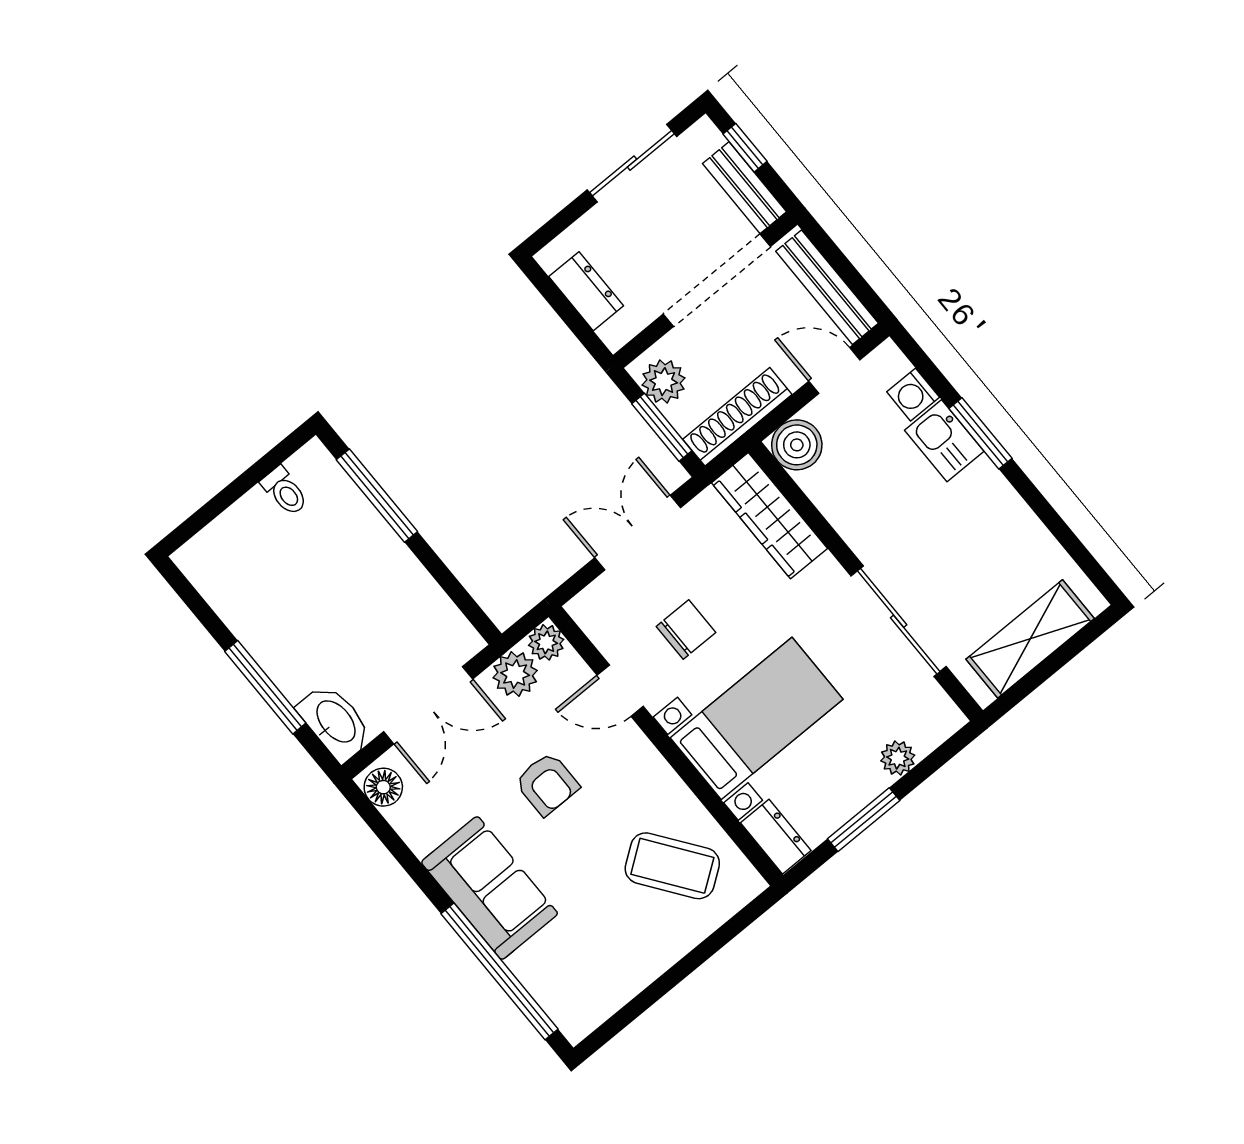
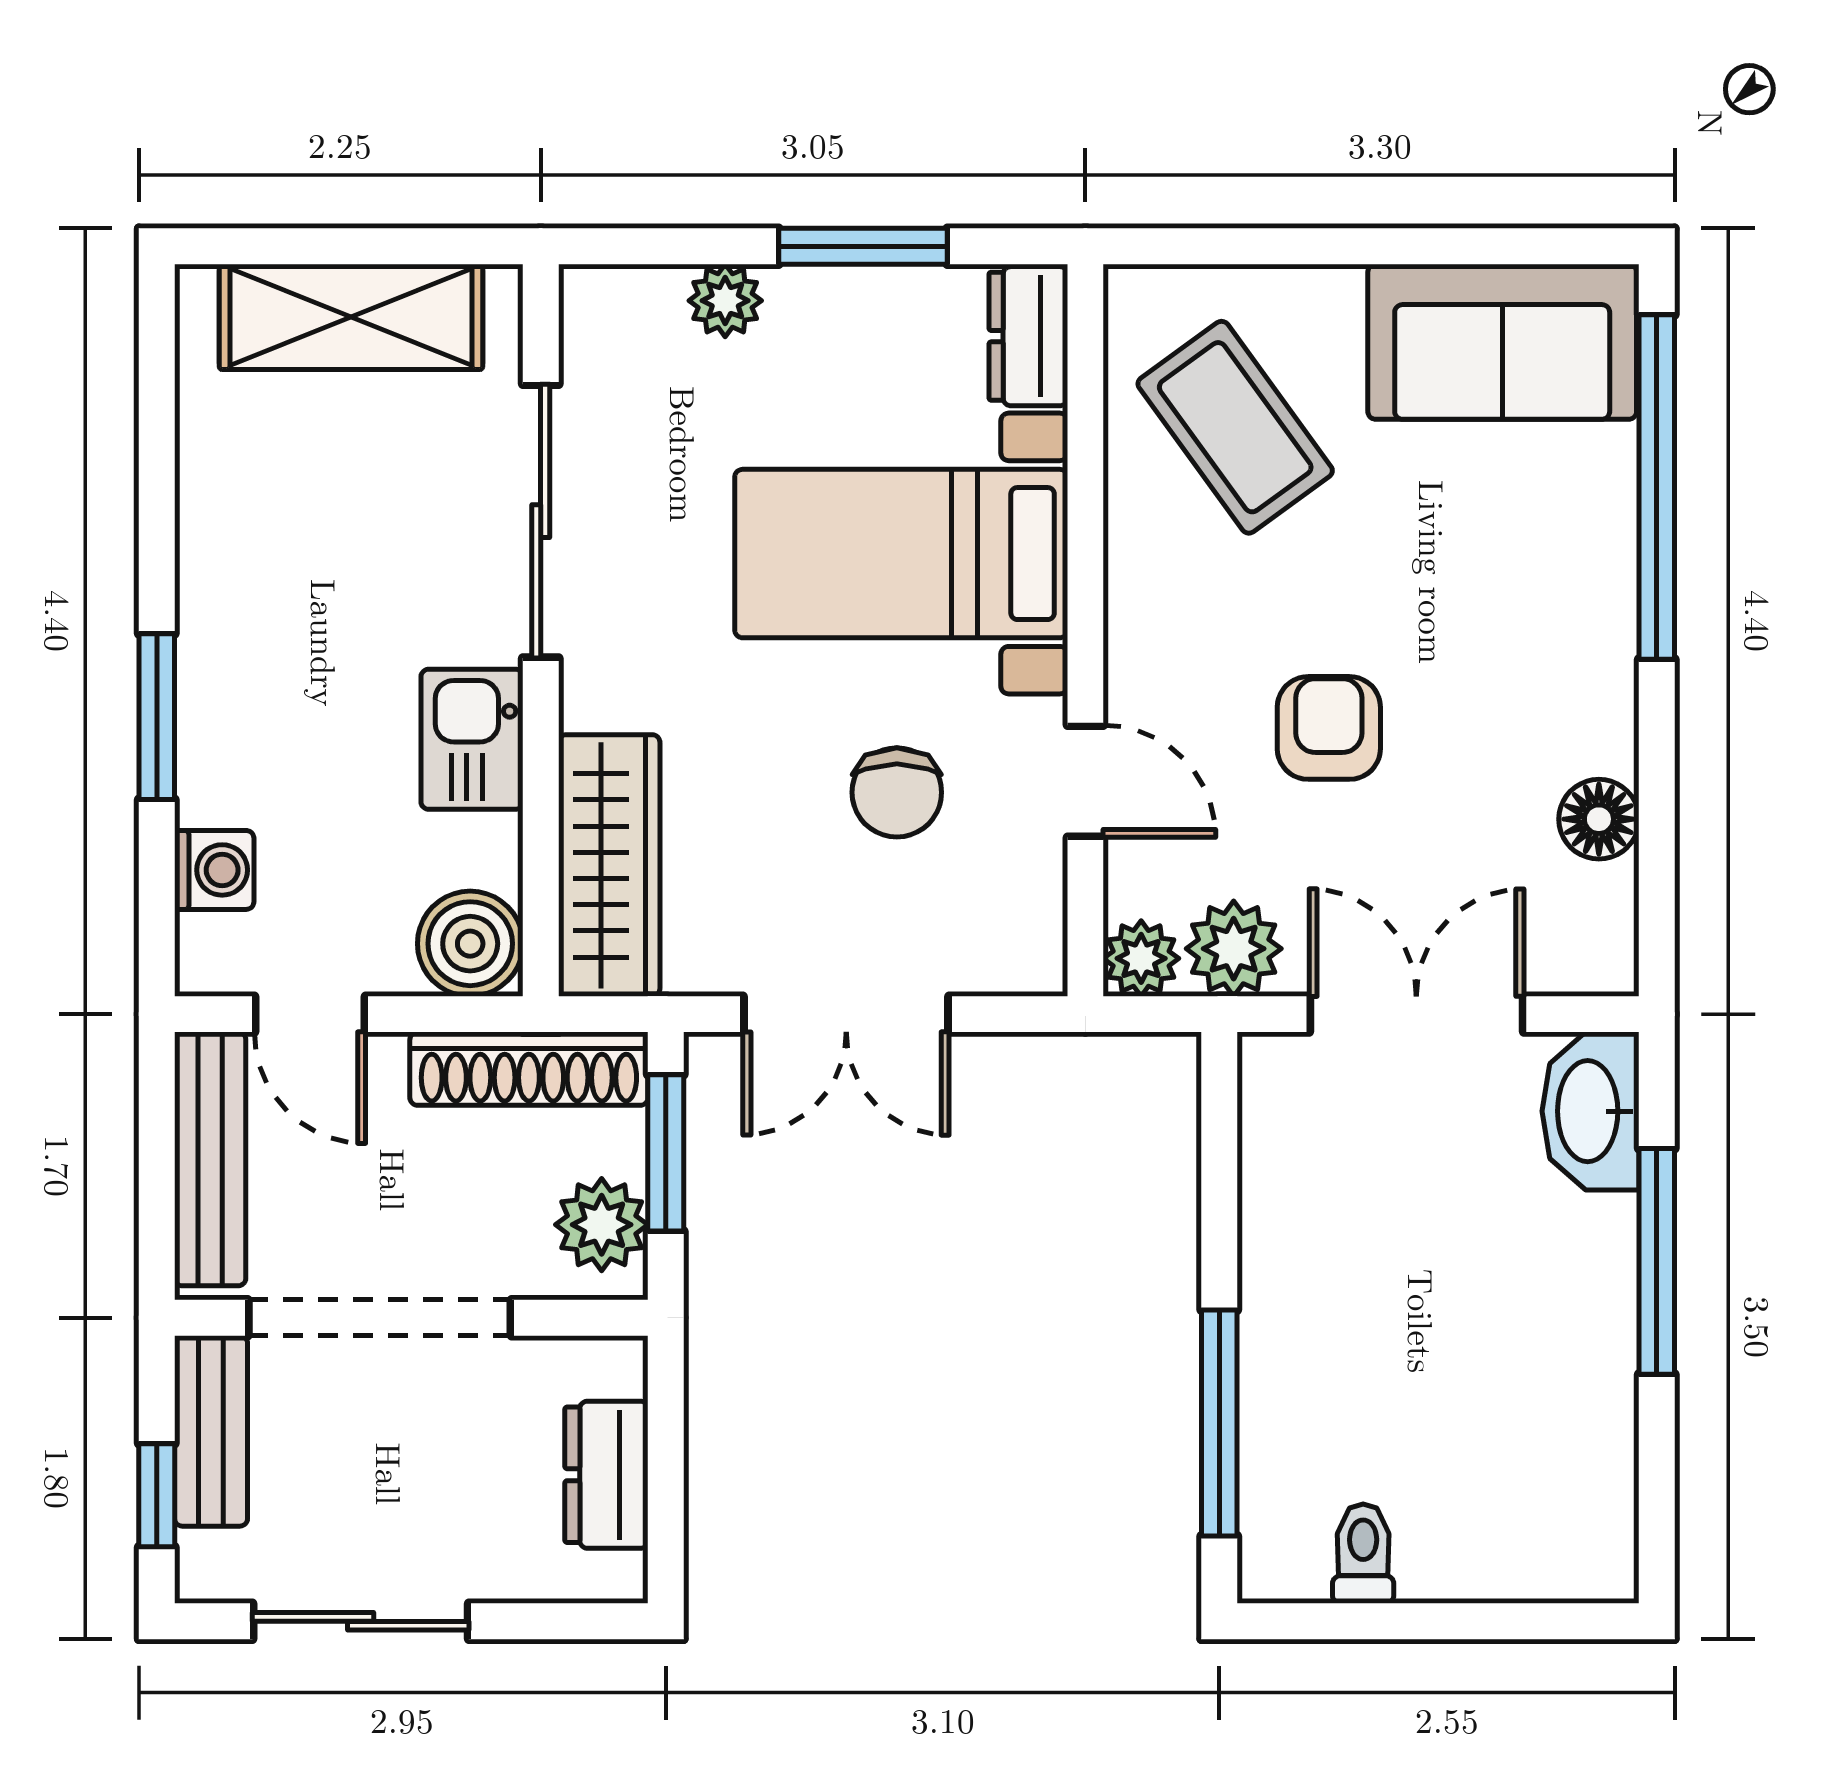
kitchen sink: (944, 441) -> (472, 739), moved, turned 180
chair: (686, 629) -> (897, 792), turned -90
floor lamp: (383, 787) -> (1599, 819), moved
sofa: (490, 888) -> (1502, 342), moved, turned -90

